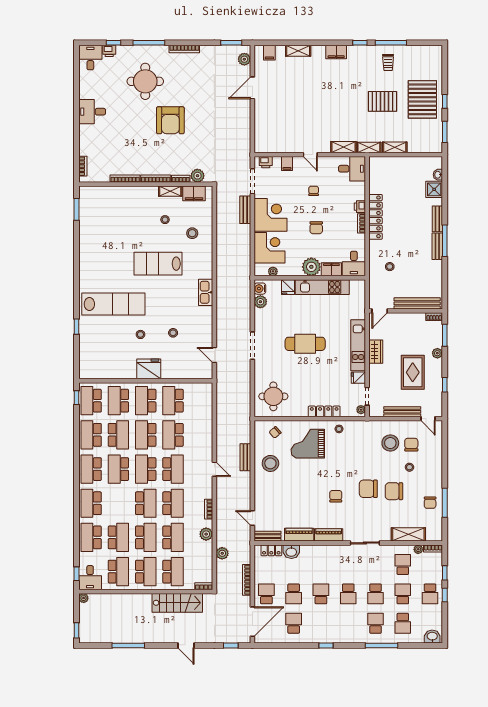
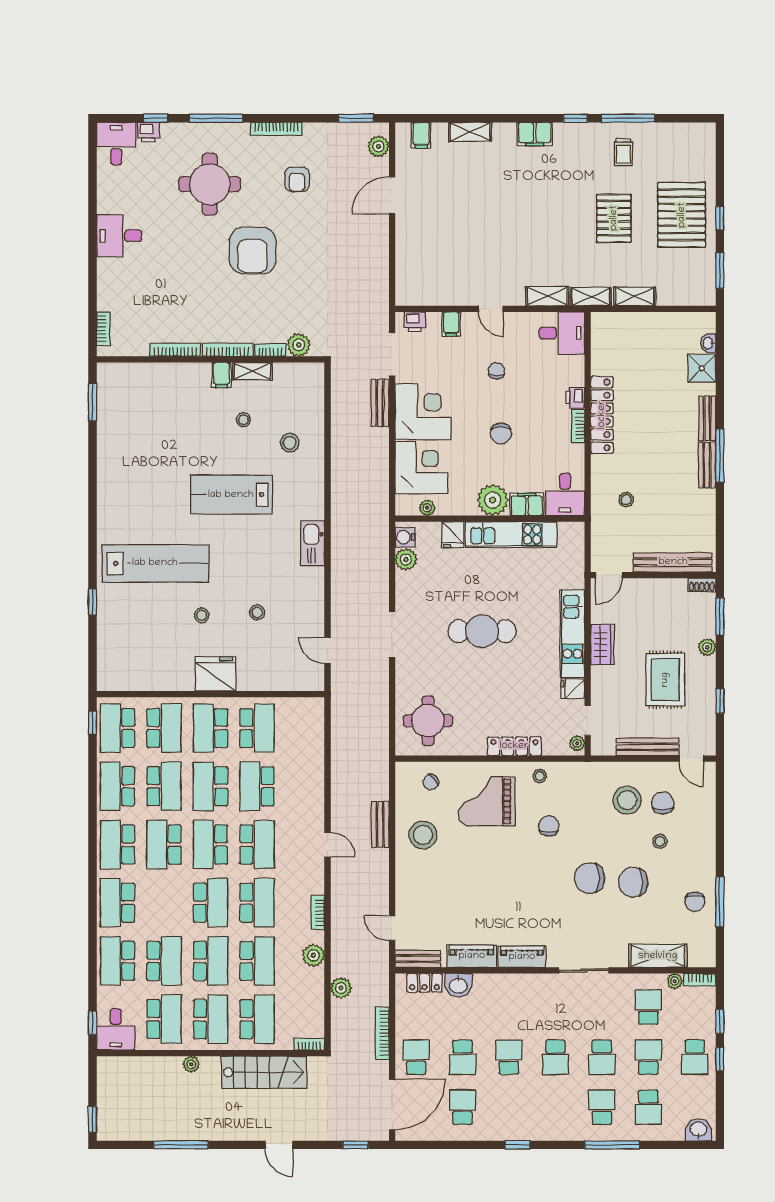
armchair: (196, 79) -> (297, 179), added
pallet: (382, 101) -> (614, 218), turned 90
filing cabinet: (194, 193) -> (222, 375), moved, width x0.50
school desk: (118, 401) -> (164, 728), turned 180
school desk: (173, 401) -> (257, 728), turned 180
chair: (336, 496) -> (549, 826), moved
plant: (84, 598) -> (191, 1064), moved

